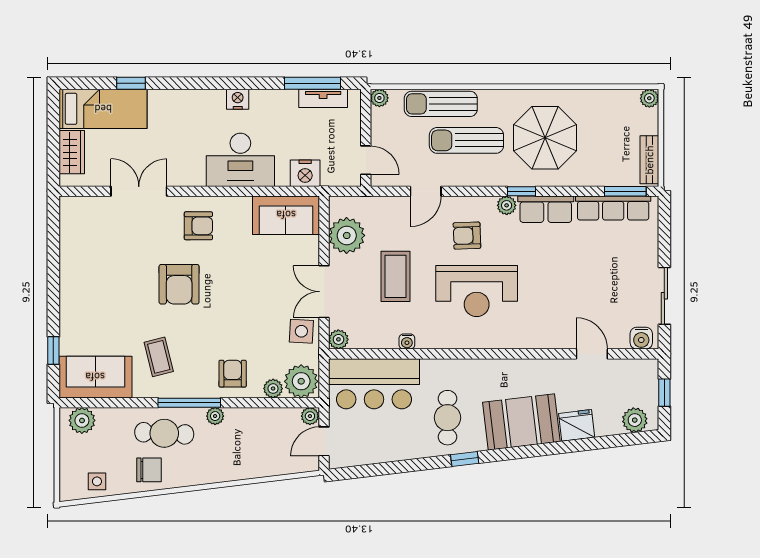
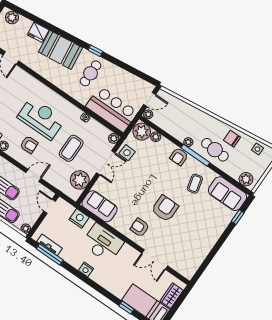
armchair: (233, 374) -> (179, 157), moved

